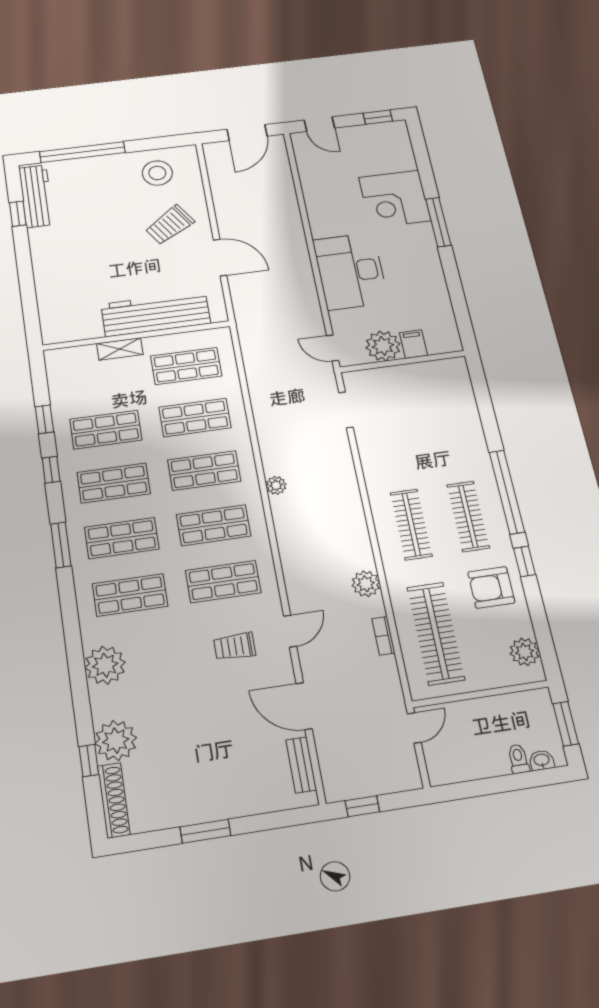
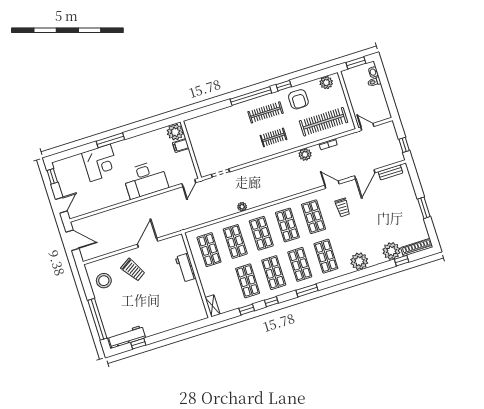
workbench: (156, 314) -> (186, 268), width x0.53, depth x0.76
plant: (383, 346) -> (175, 132), moved
shelving: (120, 349) -> (213, 306), moved
plant: (276, 485) -> (242, 207), moved
clothes rail: (411, 524) -> (273, 137), width x0.73

